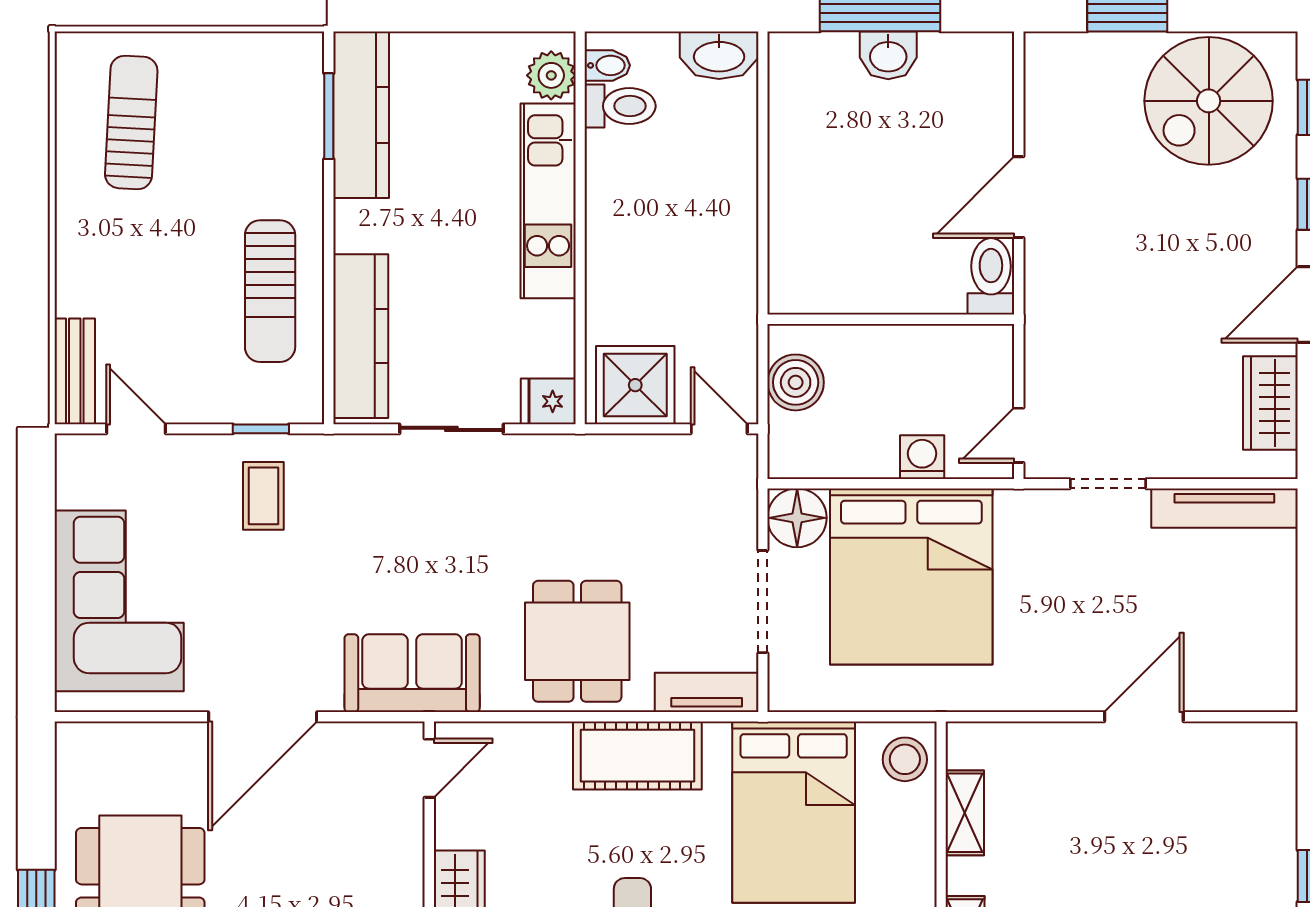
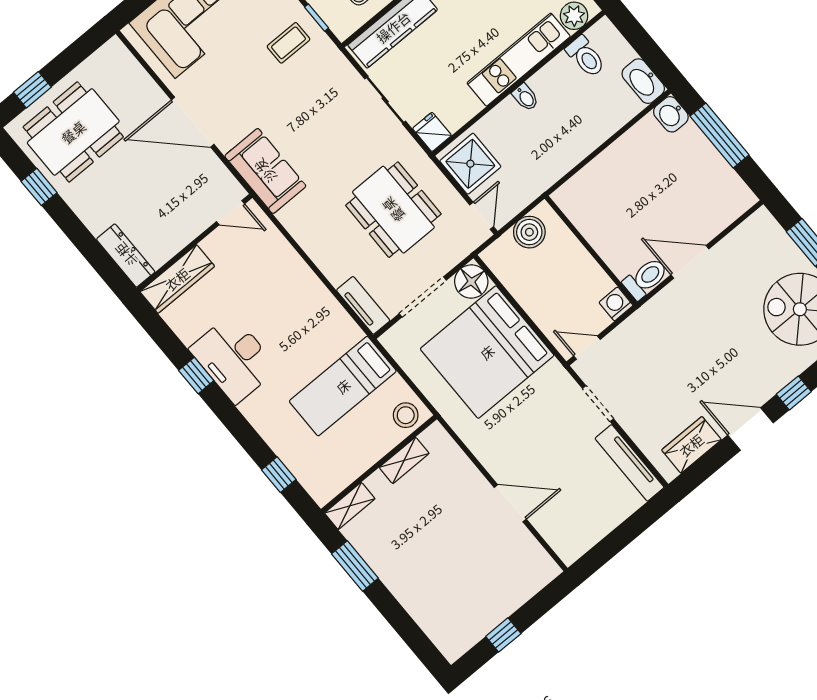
washbasin: (888, 55) -> (671, 114), moved
bidet: (607, 65) -> (525, 97), moved
washing machine: (922, 457) -> (616, 304), moved, turned -90
dining table: (577, 641) -> (393, 210), moved, width x1.38
cot: (637, 756) -> (311, 298), removed
bed: (794, 812) -> (343, 386), width x0.67

